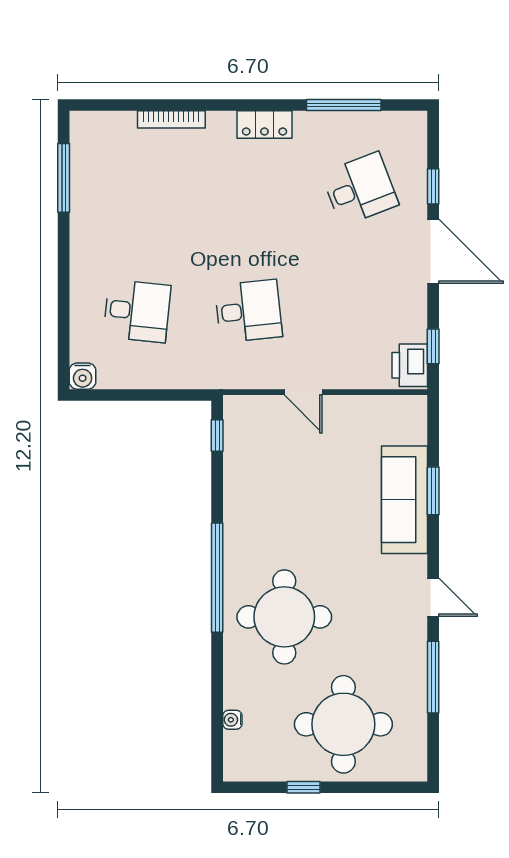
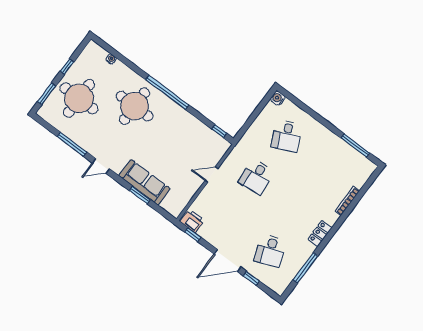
desk: (137, 311) -> (287, 136), turned -30
window: (378, 787) -> (47, 94), added

